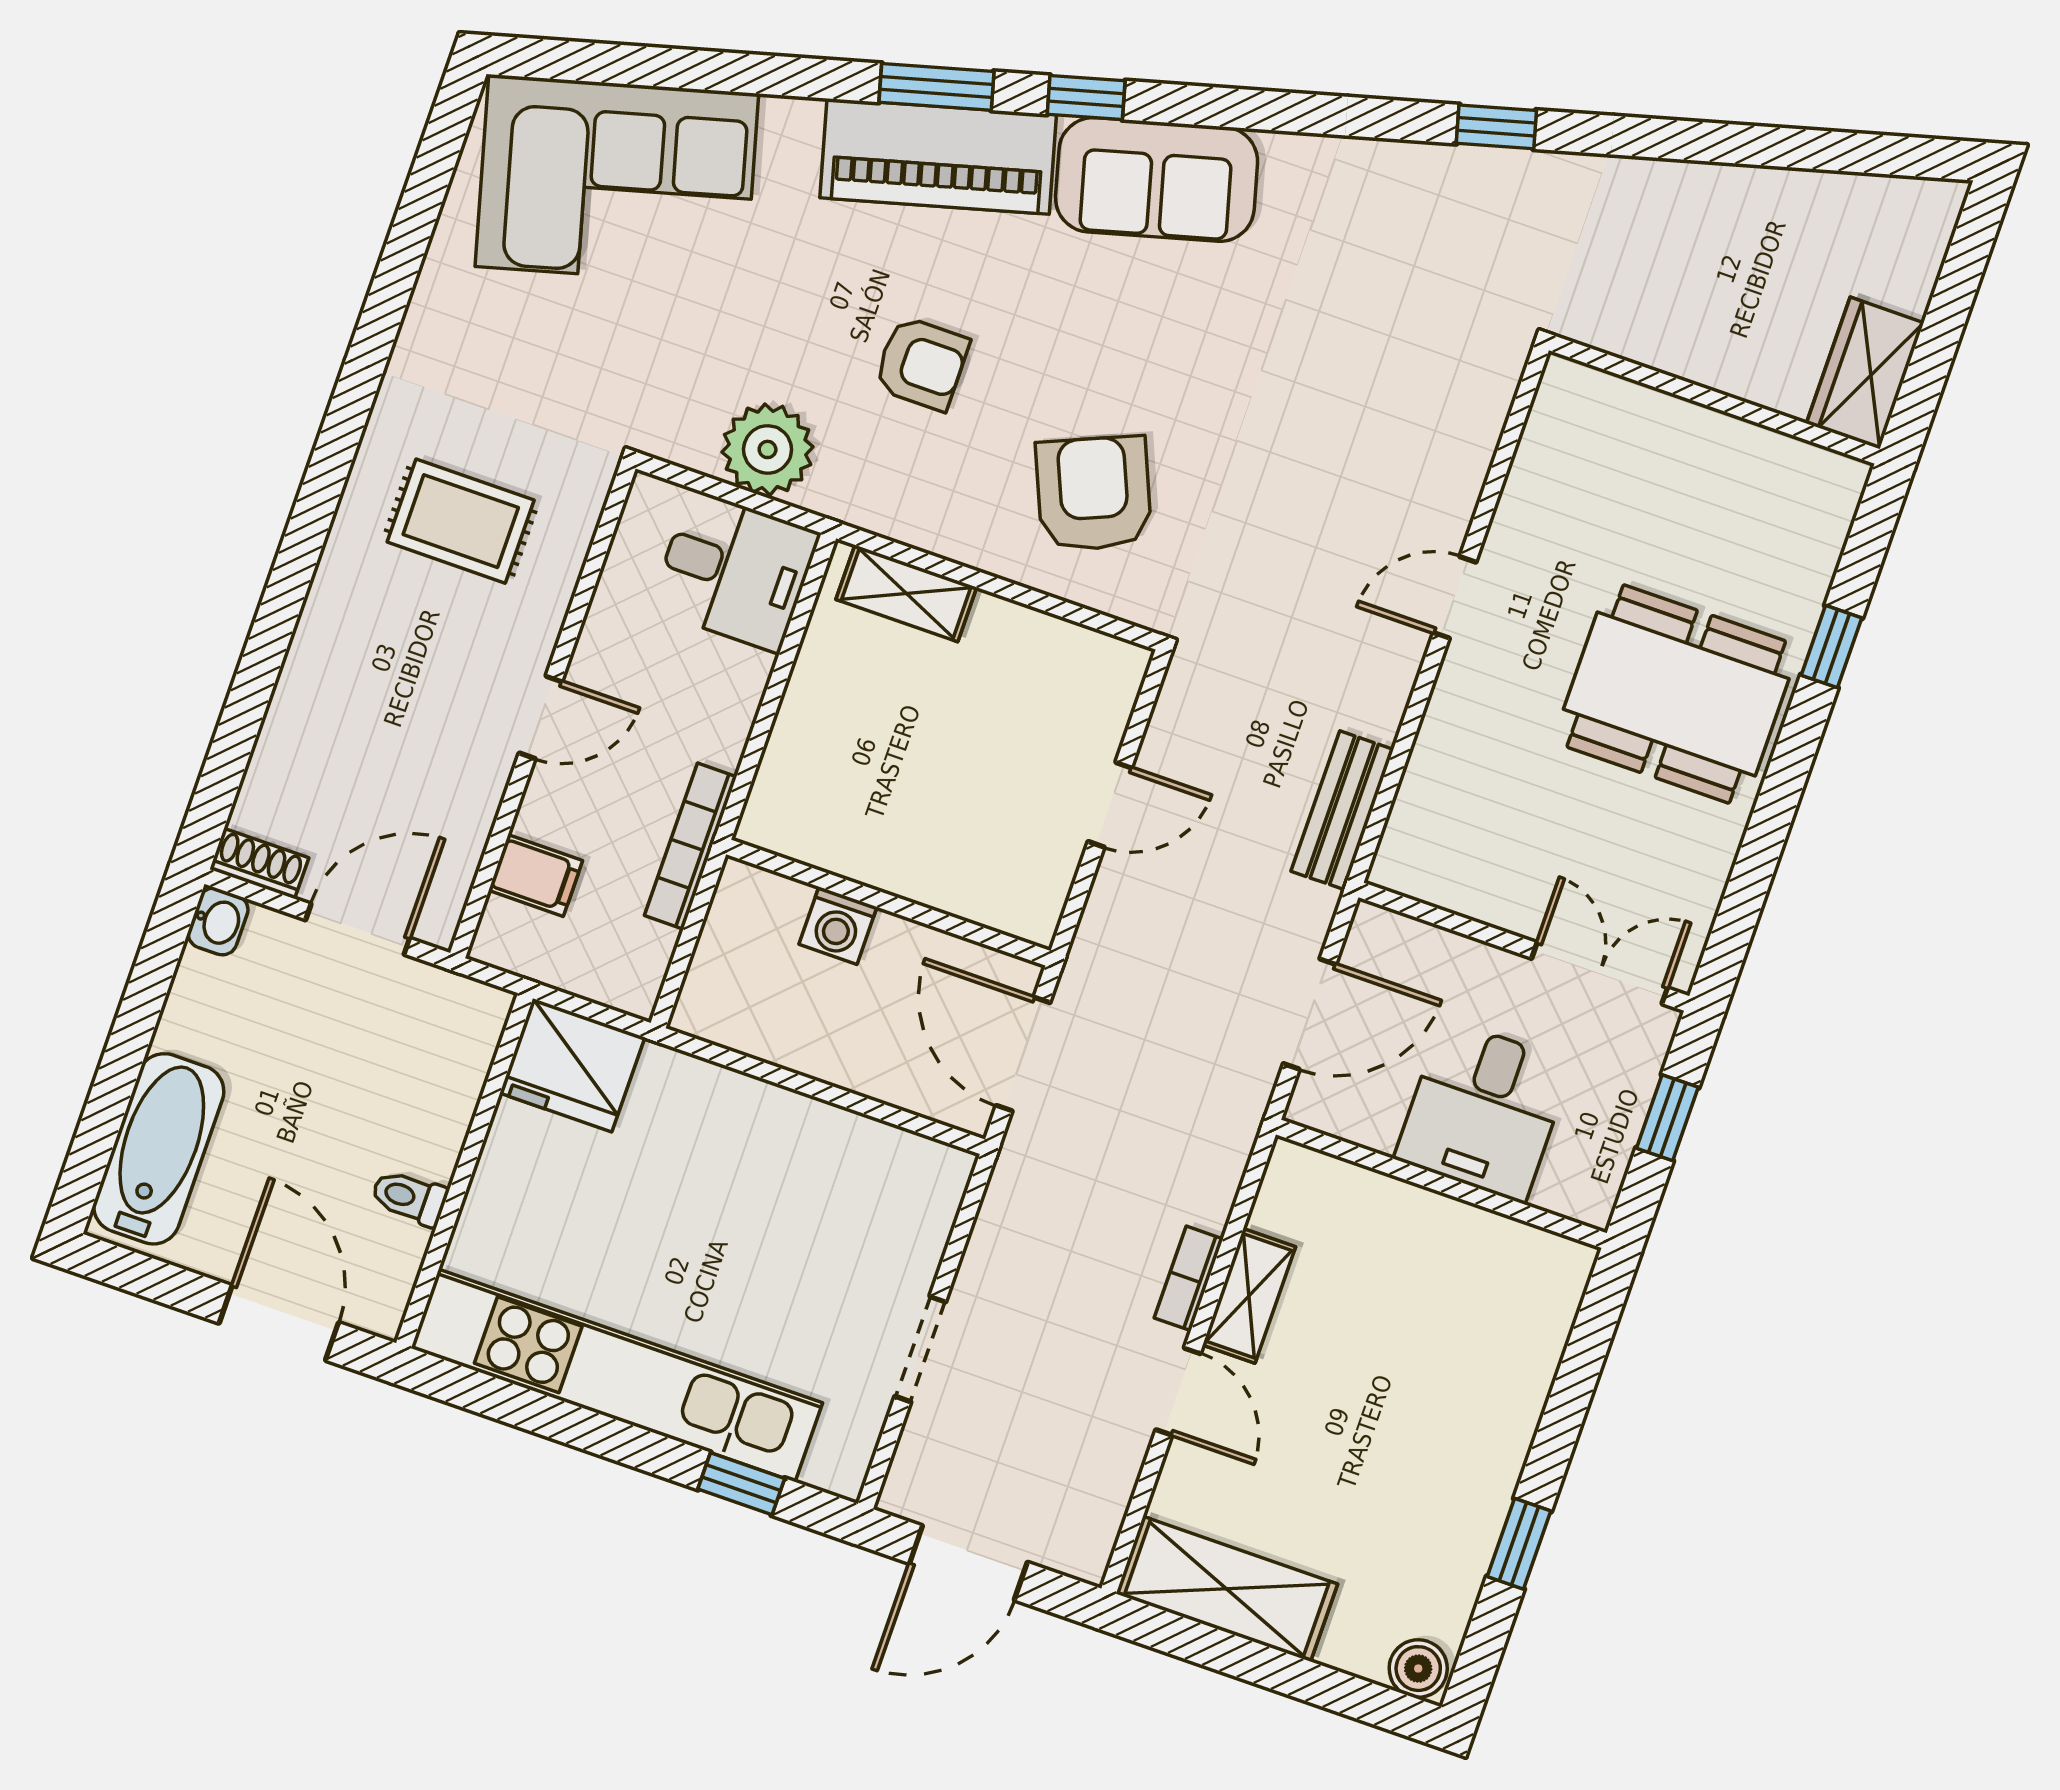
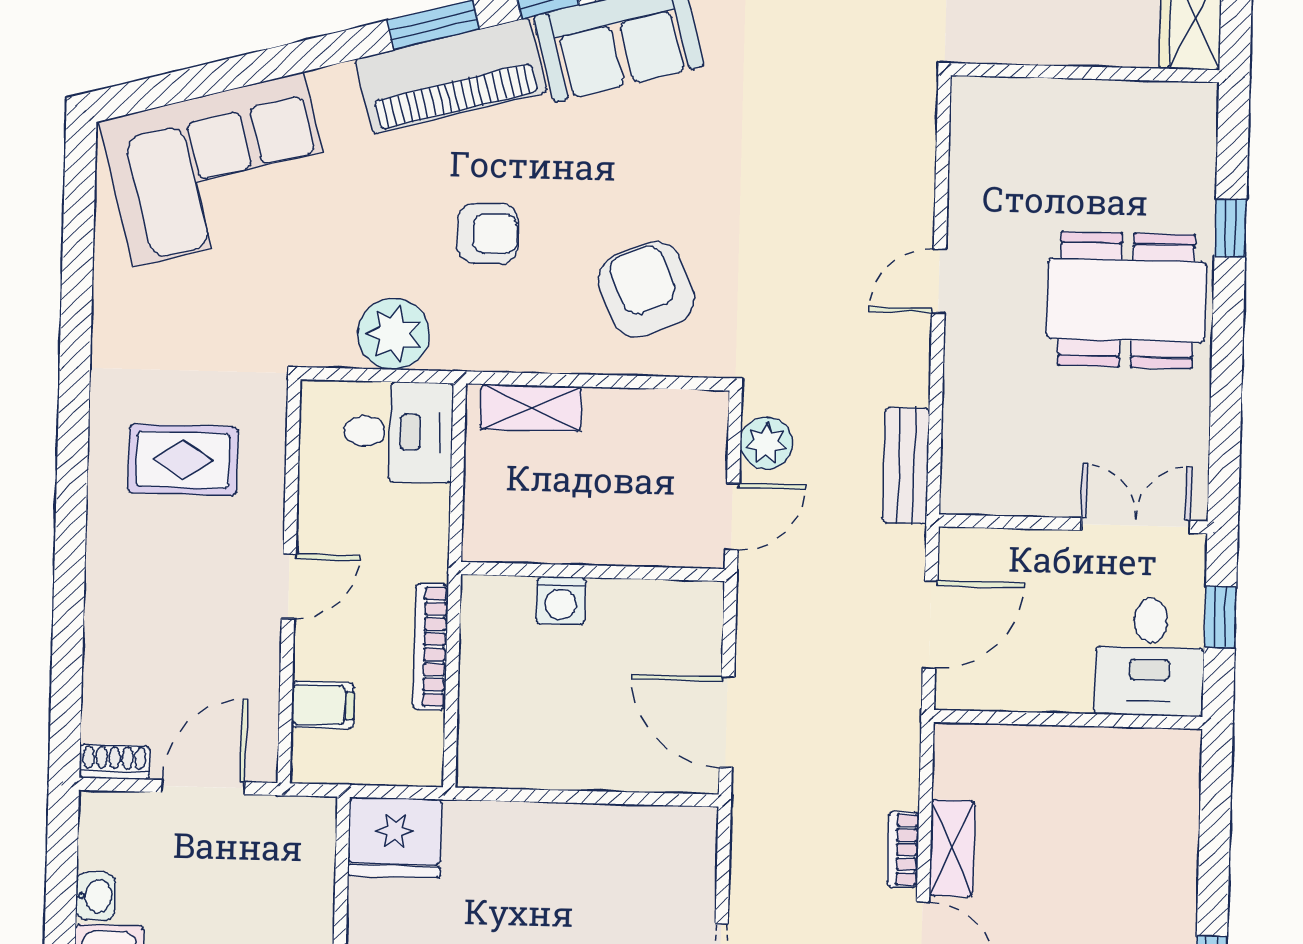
plant: (1180, 728) -> (766, 443), added
wall: (888, 903) -> (593, 572), moved
washbasin: (218, 922) -> (96, 896), moved
washing machine: (838, 926) -> (561, 601), moved
desk: (1484, 1111) -> (1150, 657), moved

